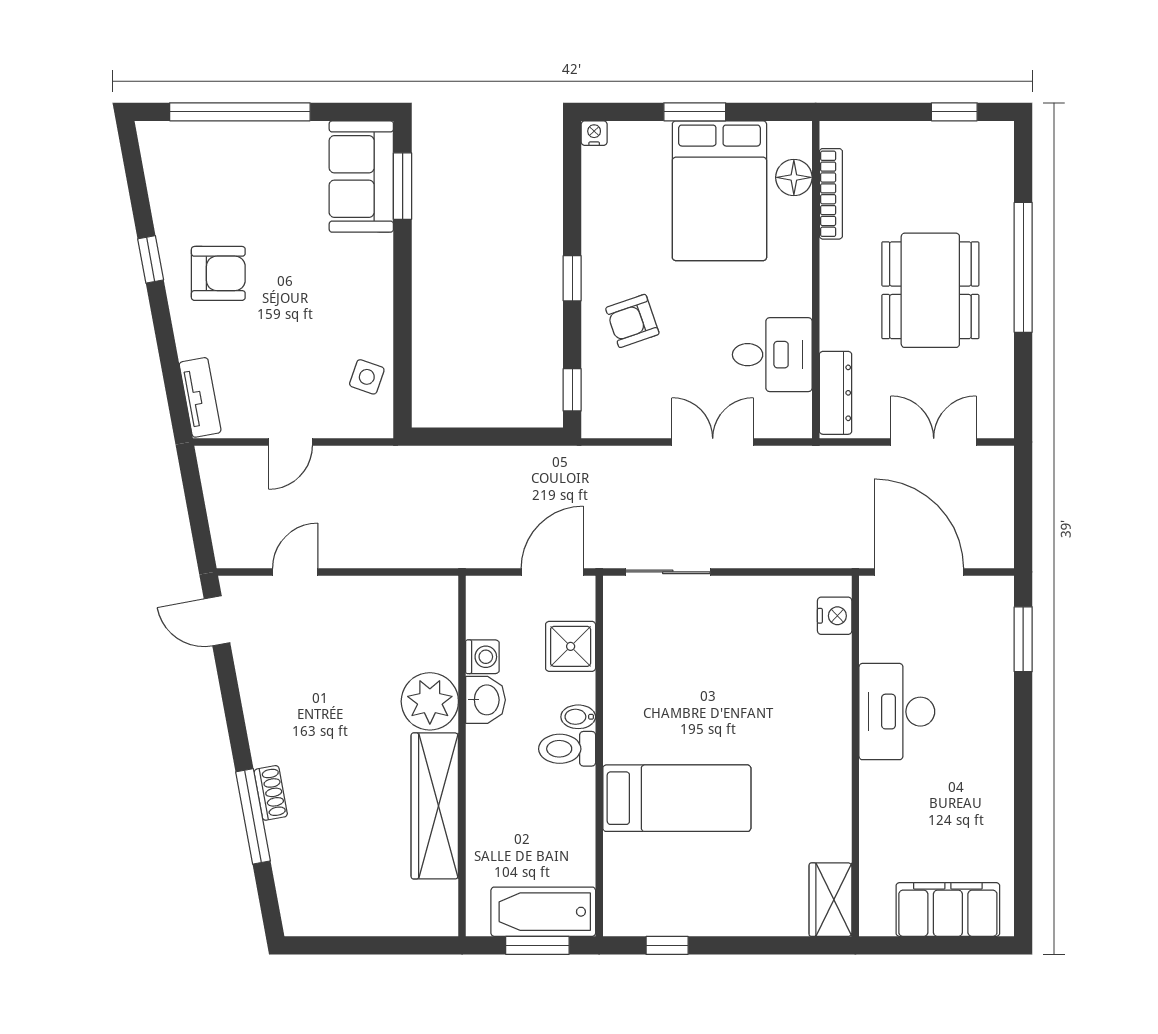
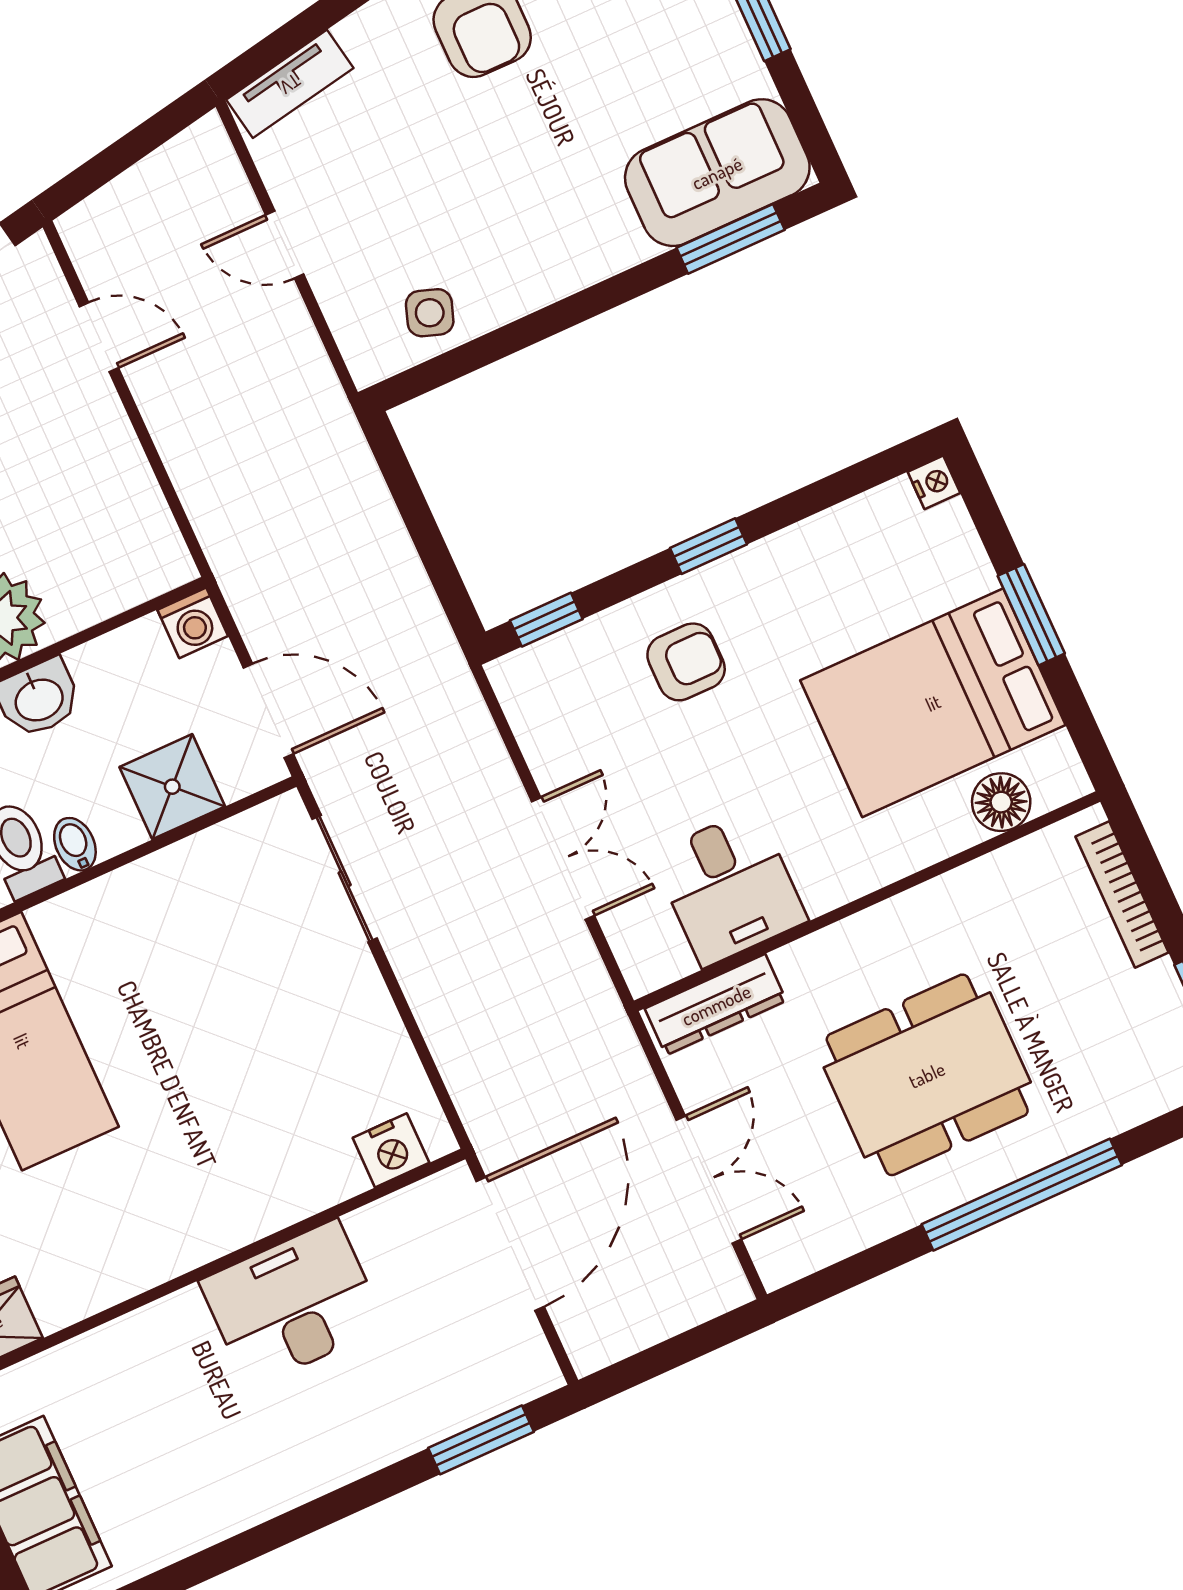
bookcase: (831, 194) -> (1122, 895), moved, turned 90
armchair: (632, 321) -> (686, 662), turned 109
washing machine: (482, 657) -> (193, 623), moved

